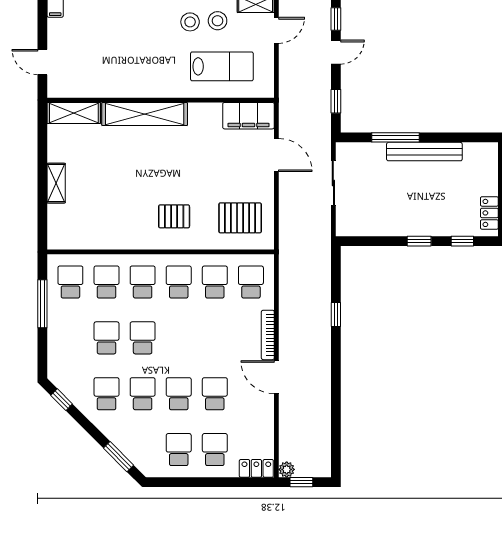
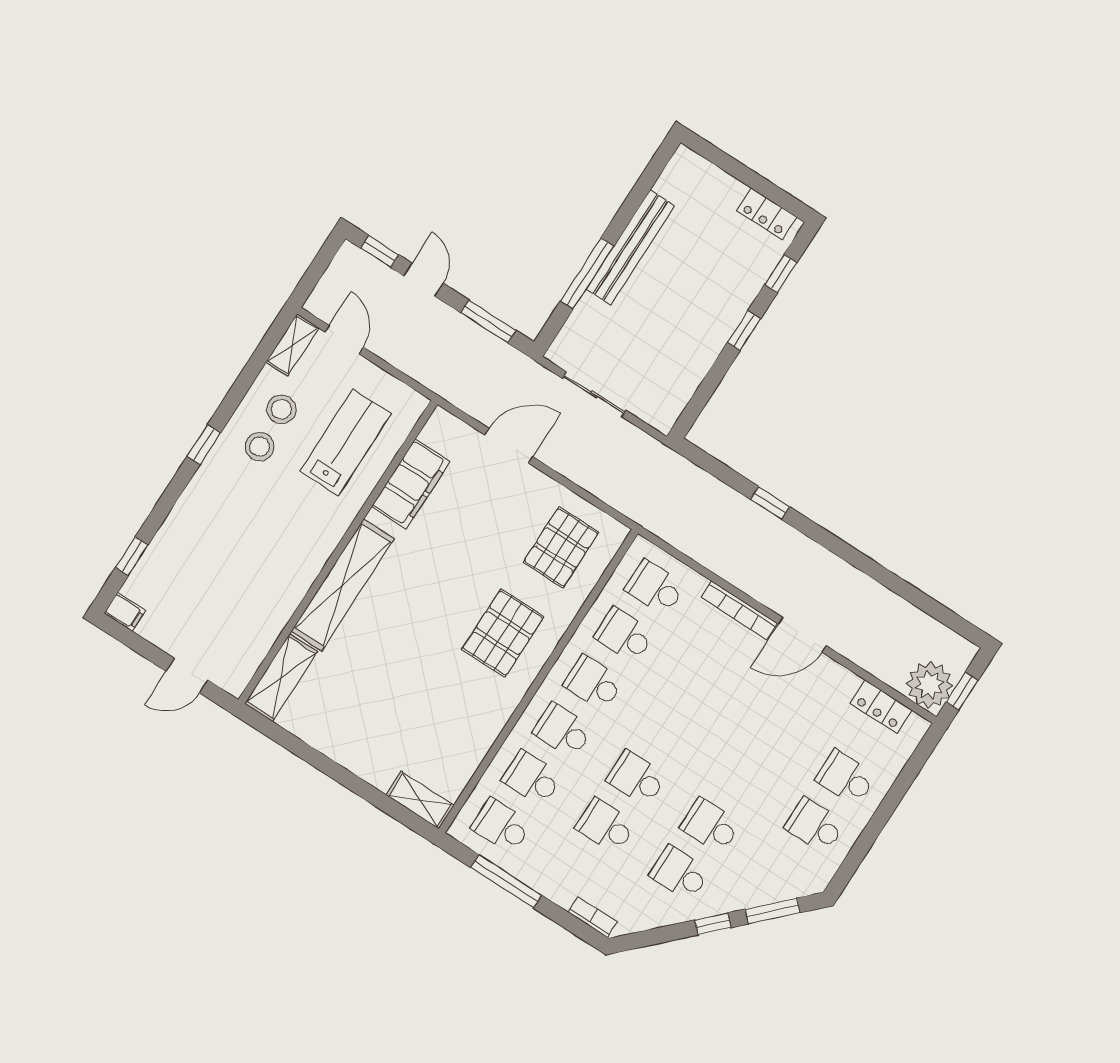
window: (336, 101) -> (488, 322), width x1.50
filing cabinet: (248, 116) -> (411, 484), moved
shelving: (56, 183) -> (420, 800), moved
pallet: (174, 216) -> (503, 633), width x1.50, depth x1.42
bookcase: (53, 362) -> (593, 917), added
school desk: (179, 394) -> (741, 778), removed
school desk: (215, 394) -> (772, 730), removed
window: (62, 400) -> (713, 924), moved
locker: (256, 468) -> (881, 707), moved, turned -90
plant: (287, 469) -> (930, 685), width x1.87, depth x1.87

